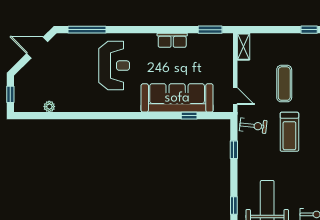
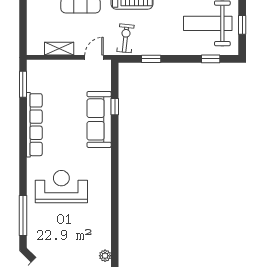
row of seats: (172, 40) -> (34, 125), width x2.02
shelving: (243, 47) -> (59, 49), moved
sofa: (177, 98) -> (99, 119), width x0.74, depth x0.79

